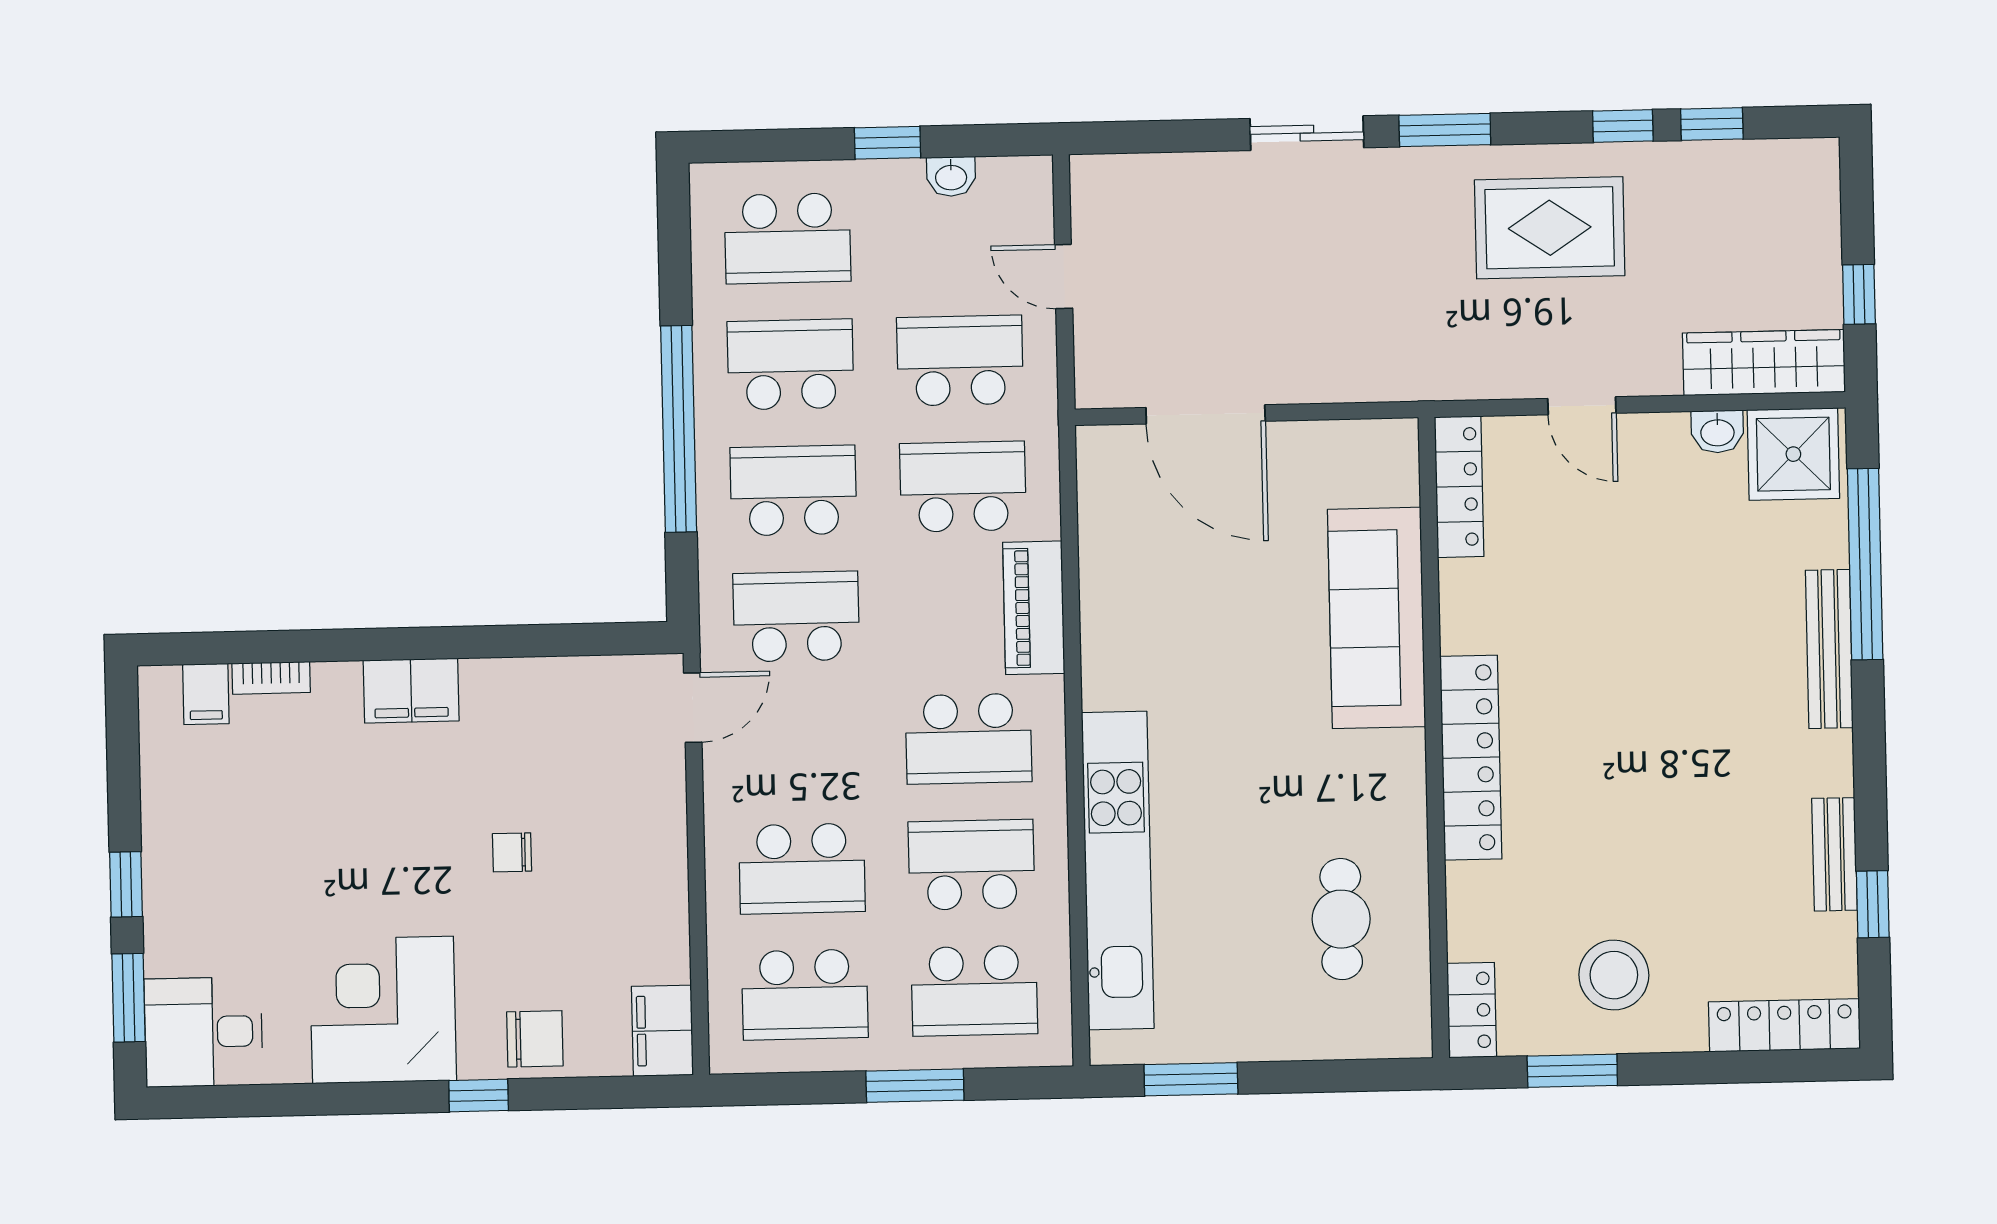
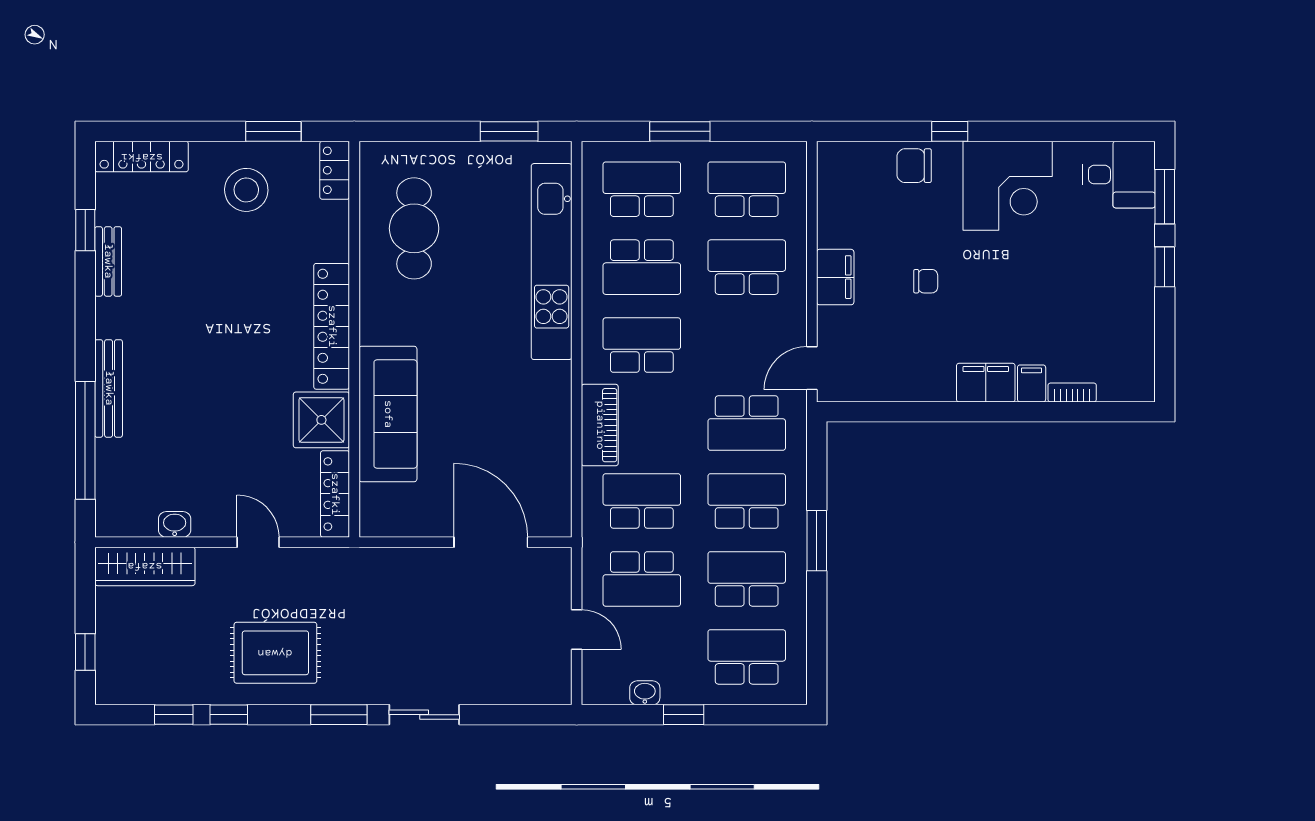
window: (1859, 294) -> (85, 652), moved
school desk: (790, 364) -> (747, 579), turned 180
window: (679, 429) -> (817, 541), width x0.47
shower: (1793, 454) -> (321, 420), moved
school desk: (963, 487) -> (642, 501), turned 180
school desk: (793, 490) -> (747, 501), turned 180
filing cabinet: (206, 694) -> (1032, 383), moved
cafe table: (1341, 919) -> (414, 228), width x1.37, depth x1.35
filing cabinet: (662, 1031) -> (835, 277), moved

